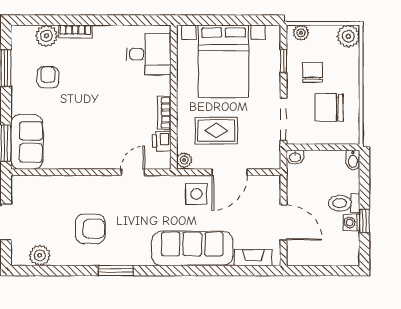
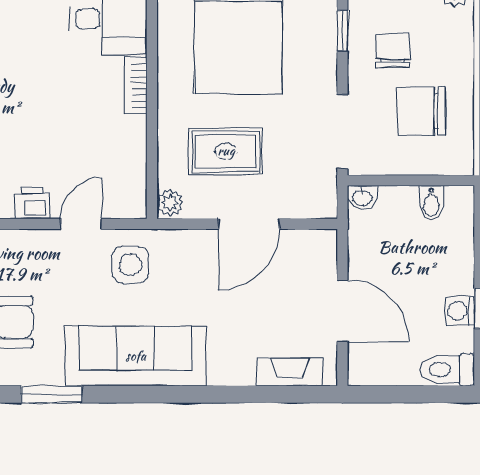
bookcase: (164, 113) -> (135, 86), moved
printer: (162, 141) -> (32, 203), moved, turned 90
bidet: (353, 160) -> (431, 203), moved
side table: (196, 194) -> (130, 265), moved
toilet: (344, 203) -> (447, 370), moved
sofa: (192, 248) -> (136, 356), moved

